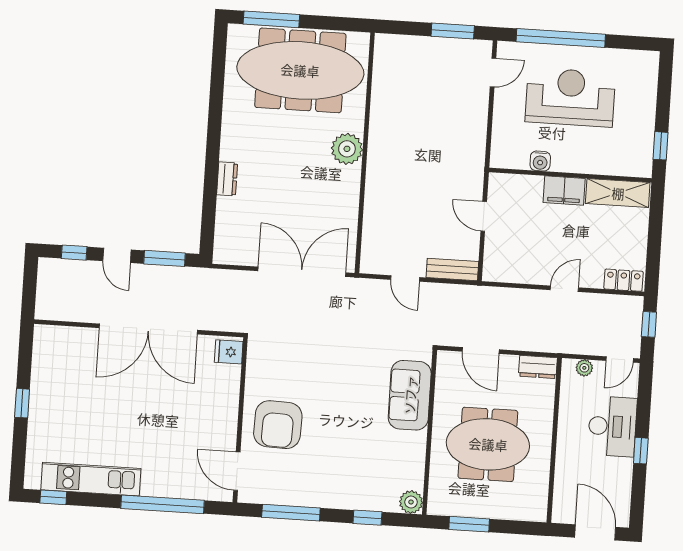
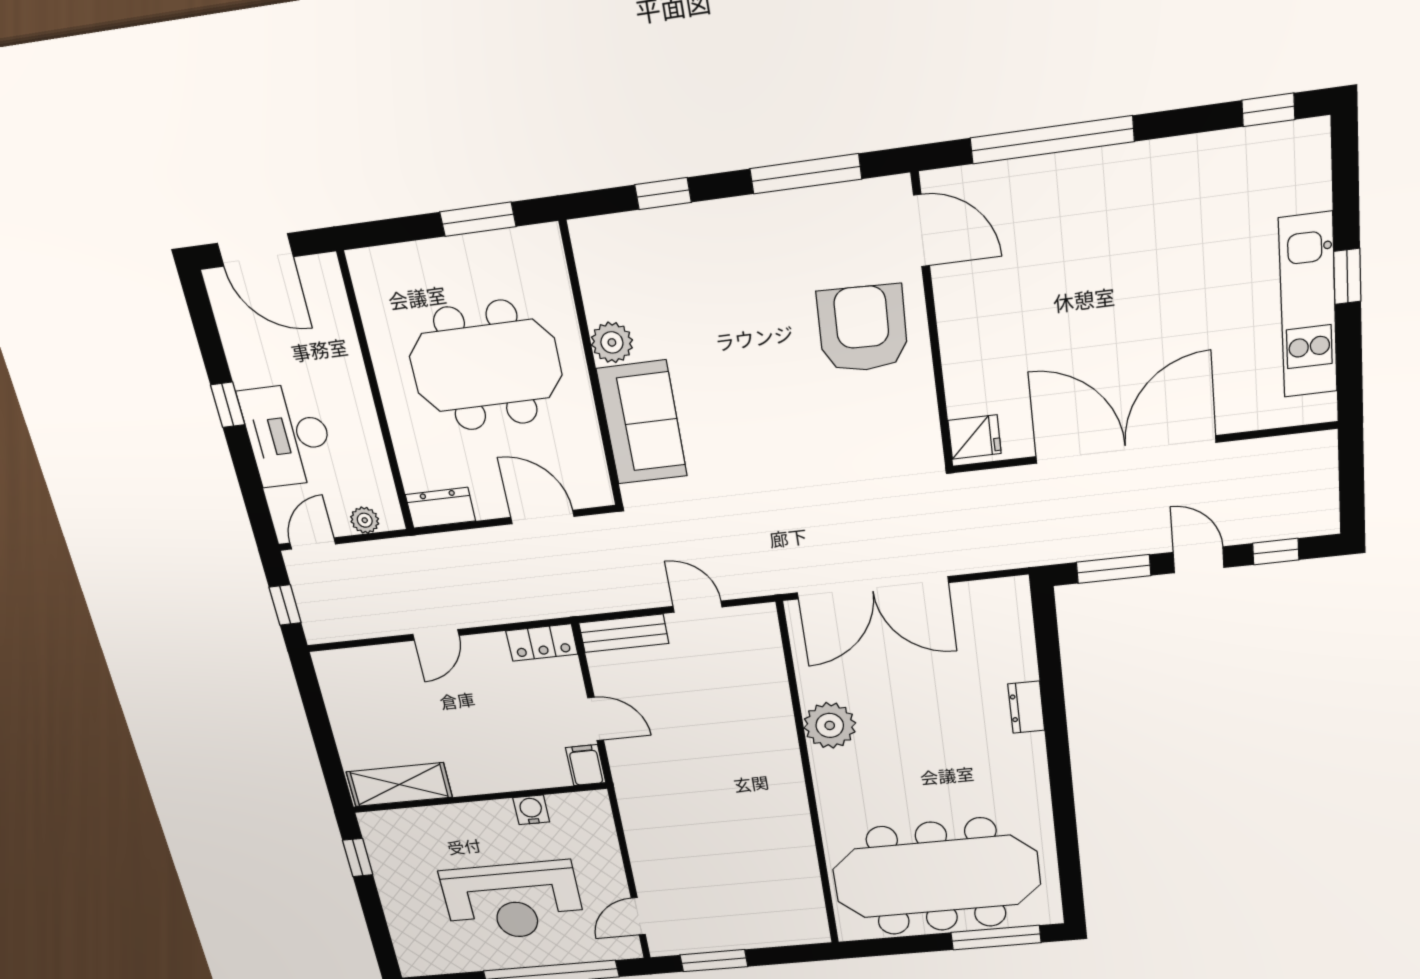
plant: (347, 149) -> (830, 725), moved
filing cabinet: (564, 190) -> (586, 765), moved, width x0.50
locker: (624, 280) -> (542, 643), moved
kitchen unit: (91, 479) -> (1308, 306), moved, turned 90
plant: (411, 502) -> (612, 342), moved

